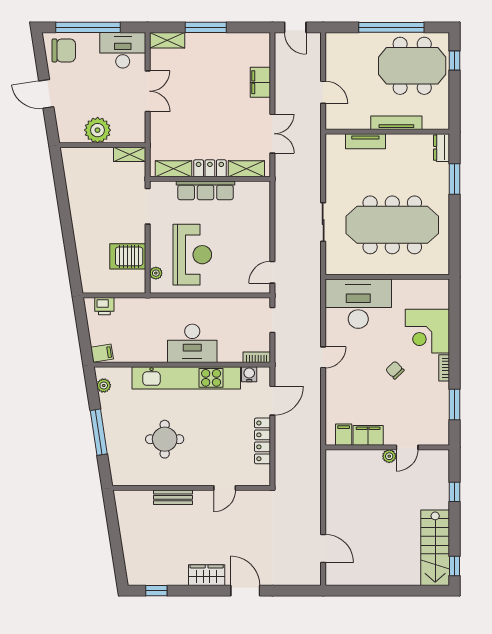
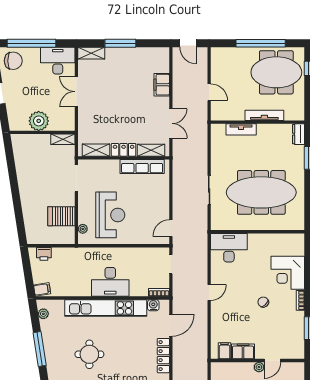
double door: (148, 91) -> (76, 92), swing flipped
row of seats: (206, 190) -> (142, 166), moved
desk: (358, 304) -> (229, 248), width x0.73, depth x0.77

